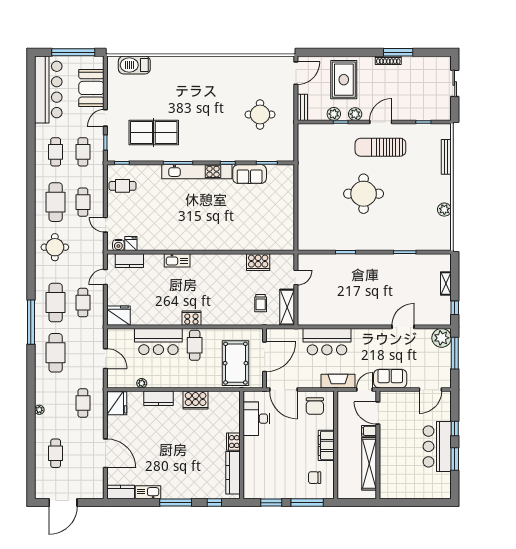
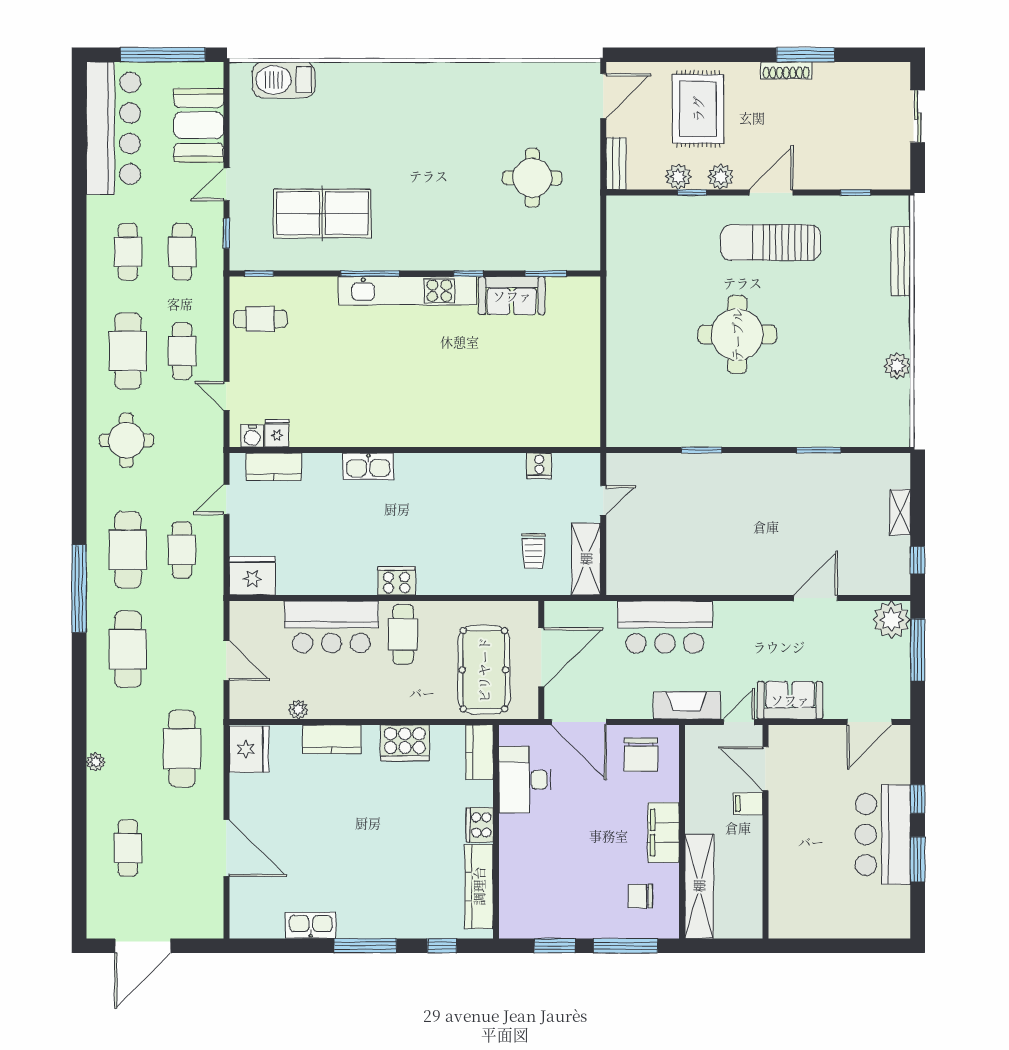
cooker: (258, 262) -> (539, 466), width x0.53, depth x0.76
cafe table: (83, 403) -> (182, 749), width x1.37, depth x1.35
shelving: (369, 464) -> (699, 886), moved
kitchen counter: (121, 492) -> (480, 752), moved, turned -90

